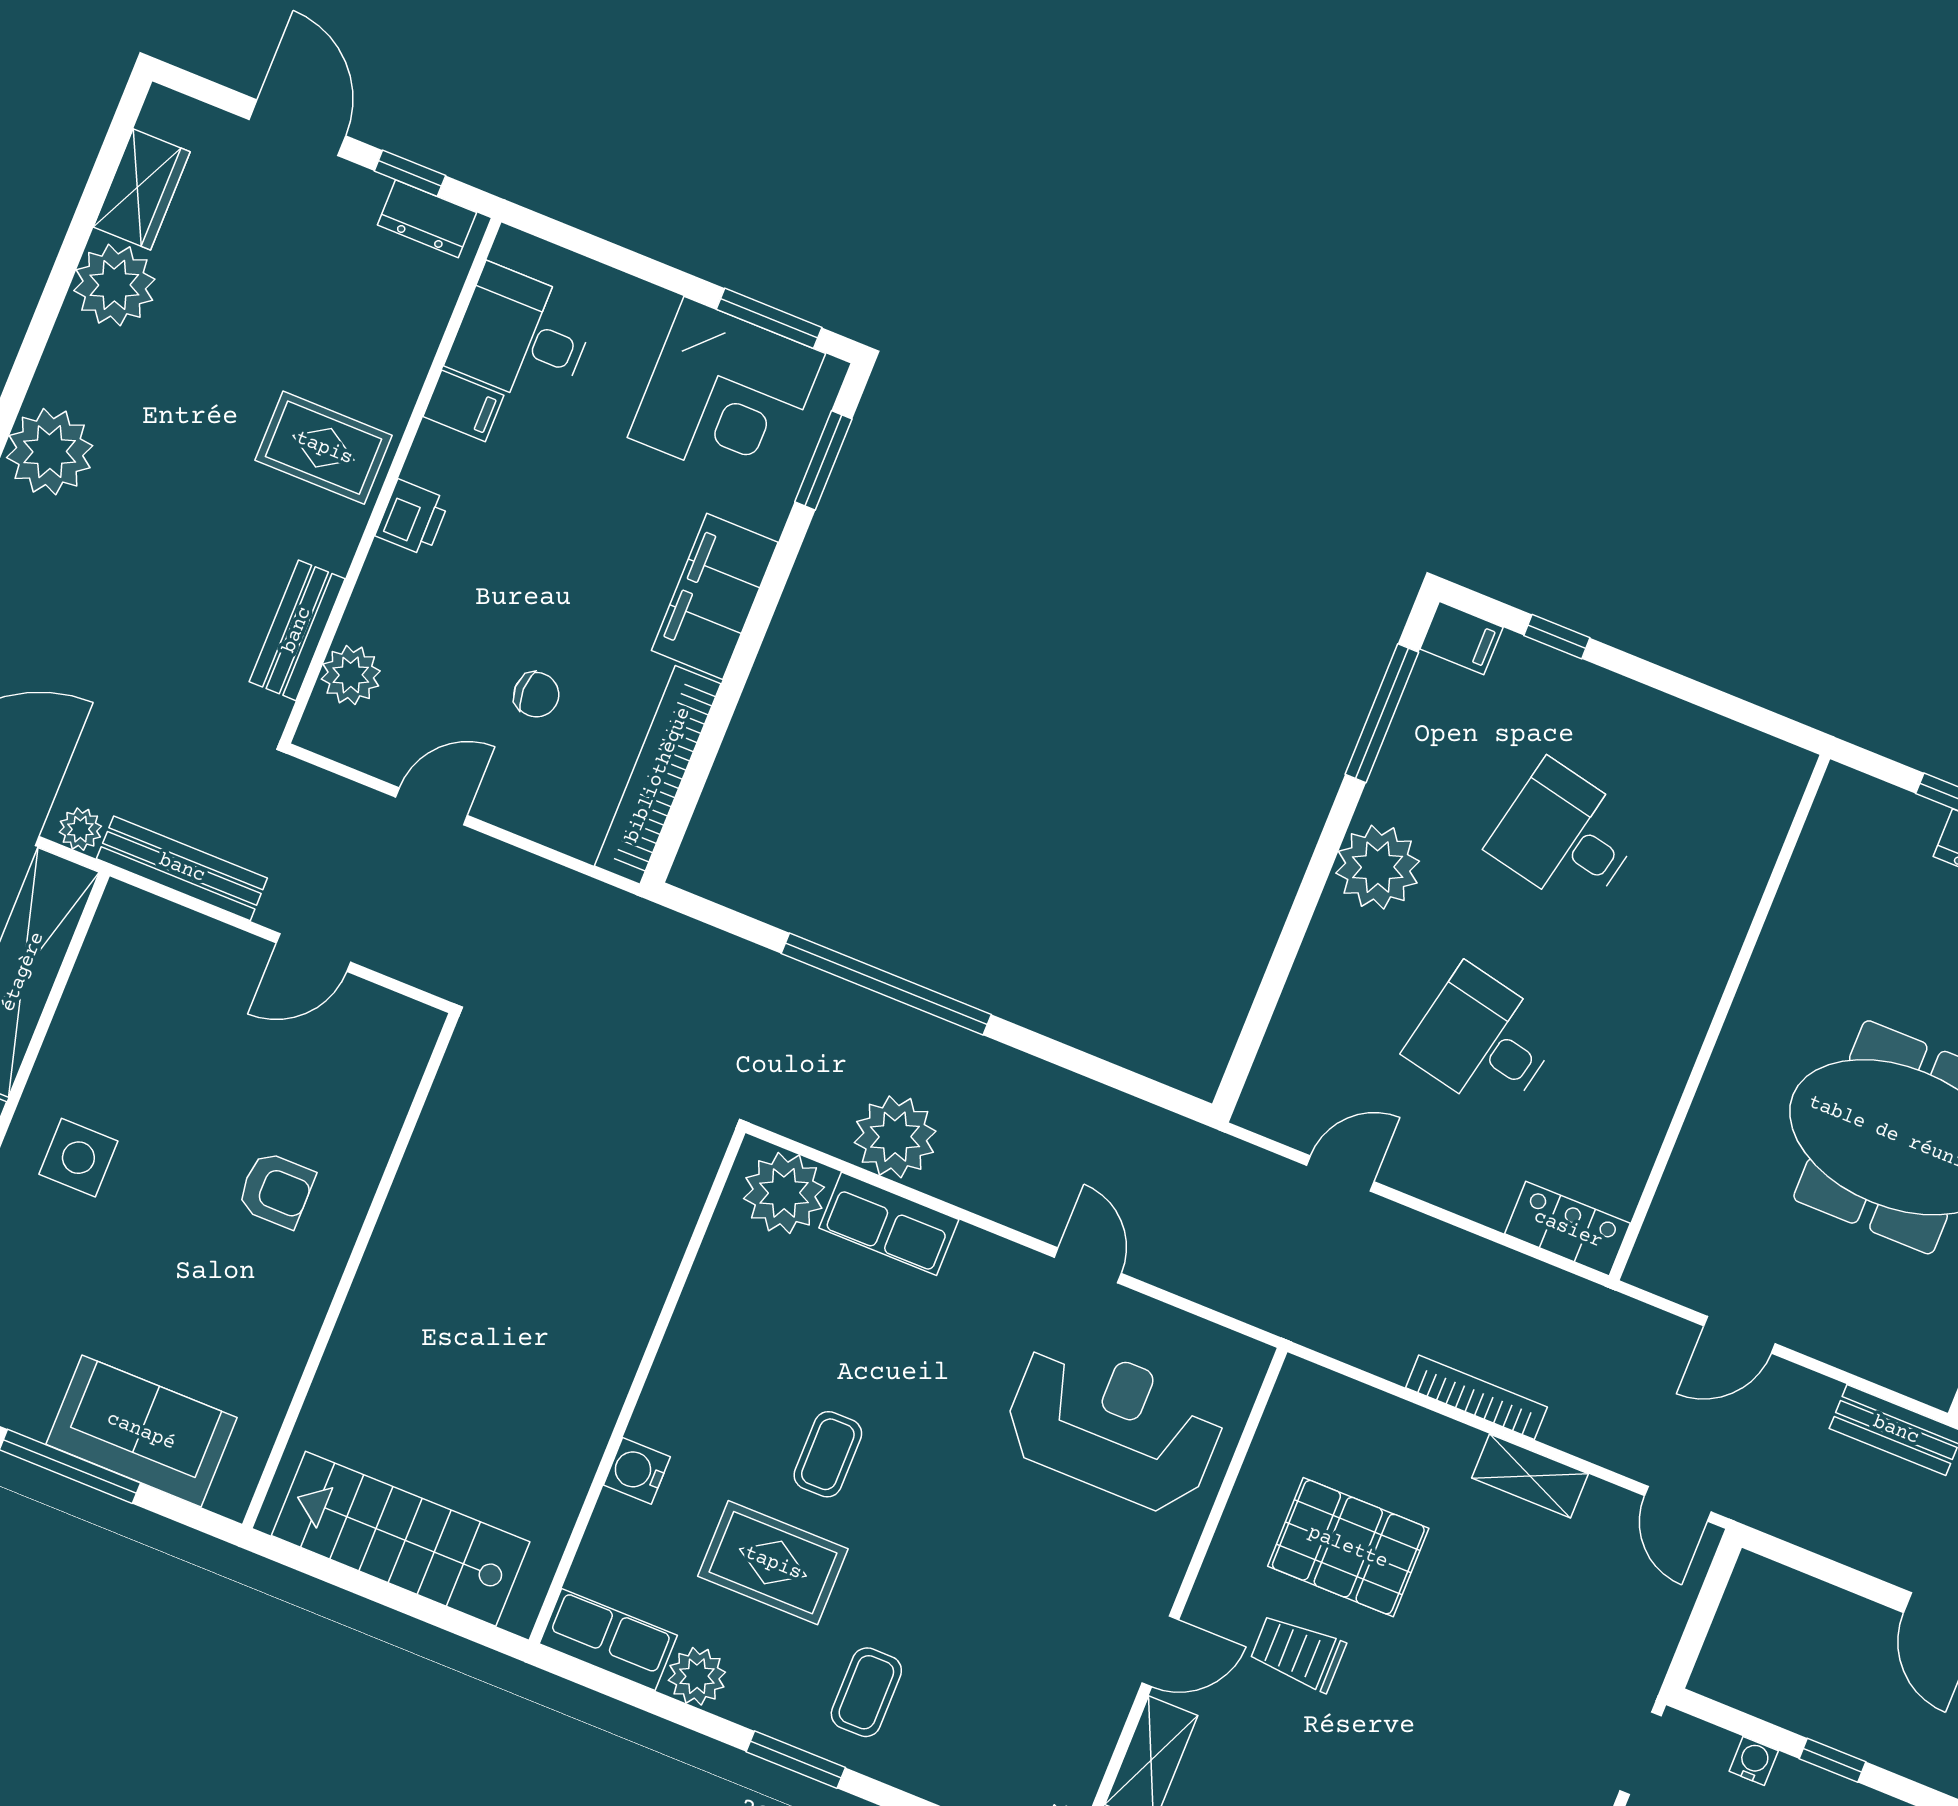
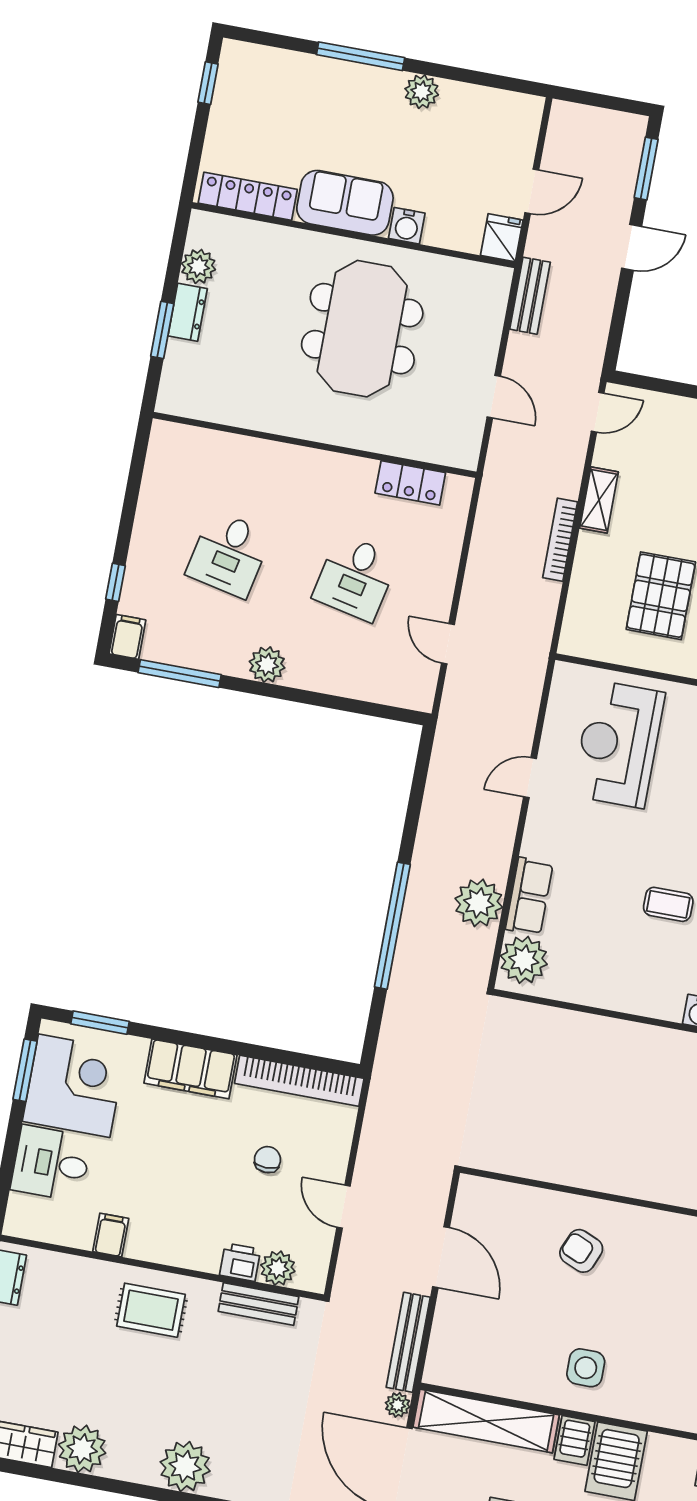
desk: (522, 336) -> (51, 1163), moved, turned 90
rug: (324, 448) -> (151, 1310), turned 90
printer: (412, 518) -> (240, 1262), moved
plant: (1378, 867) -> (267, 665), width x0.73, depth x0.73
door: (313, 952) -> (441, 1257), width x1.38
armchair: (276, 1190) -> (581, 1251), turned -67
locker: (1568, 1229) -> (410, 483), moved, turned -90

